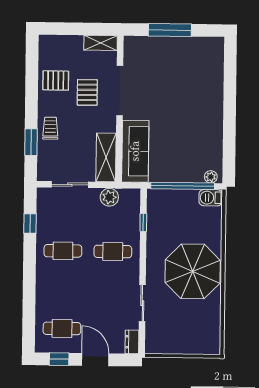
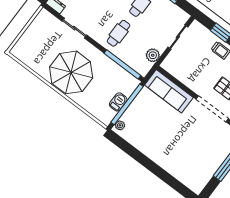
shelving: (106, 157) -> (178, 71), removed
barbecue: (211, 198) -> (118, 102), moved
window: (143, 223) -> (122, 64), width x3.17

